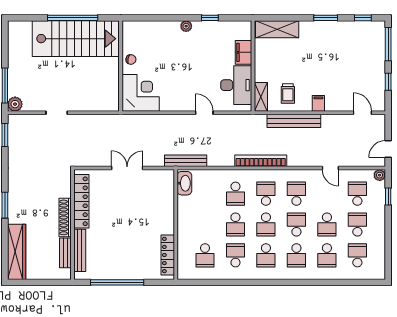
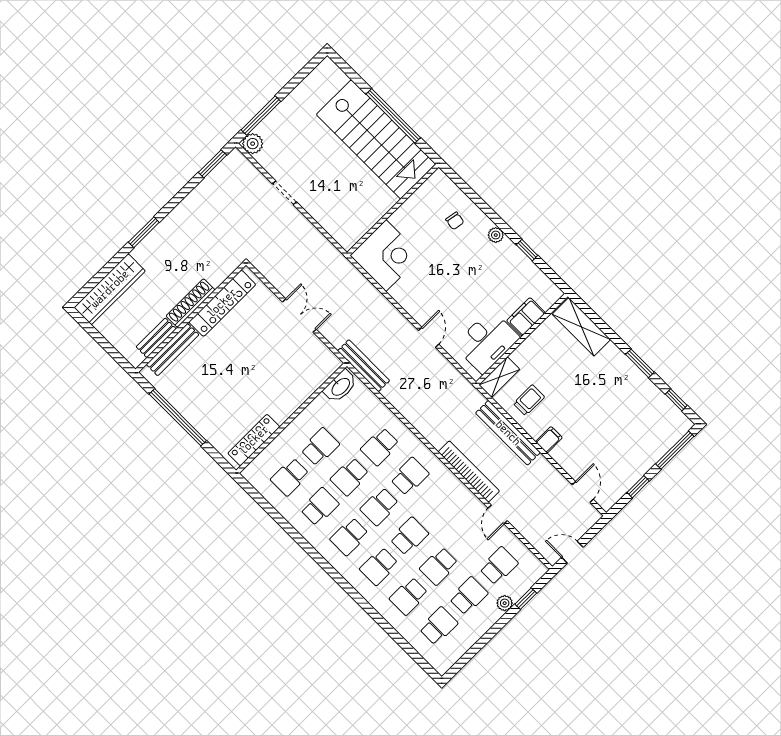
chair: (131, 59) -> (455, 221), moved
trolley: (288, 93) -> (529, 400), turned 180
bookcase: (261, 161) -> (469, 471), moved
plant: (380, 175) -> (505, 603), moved
school desk: (296, 194) -> (320, 447), moved

